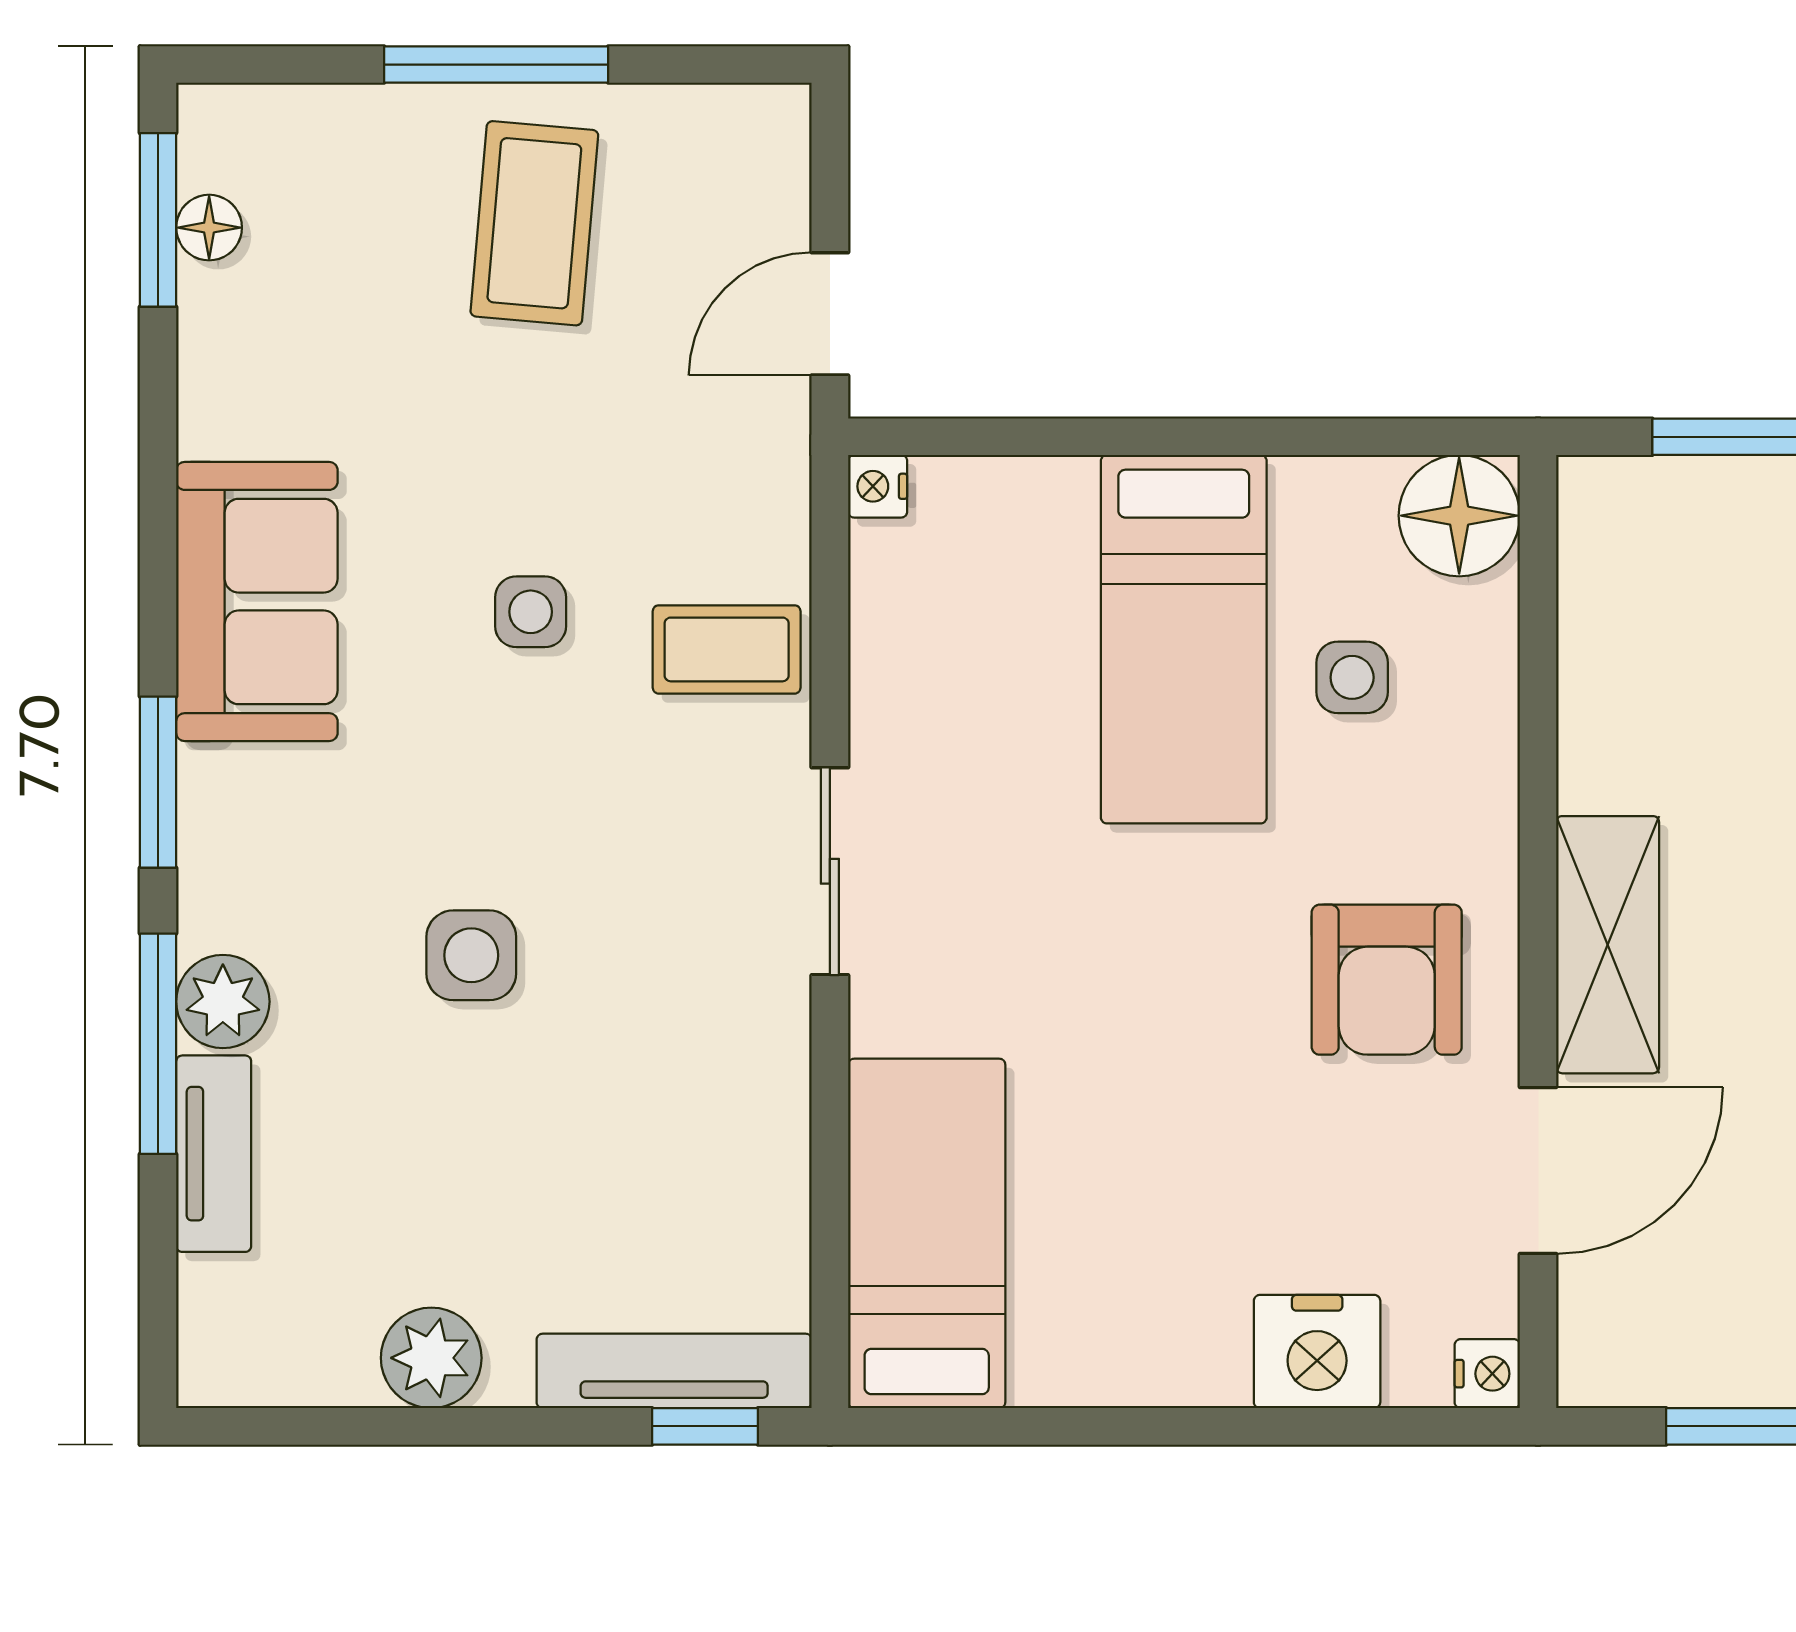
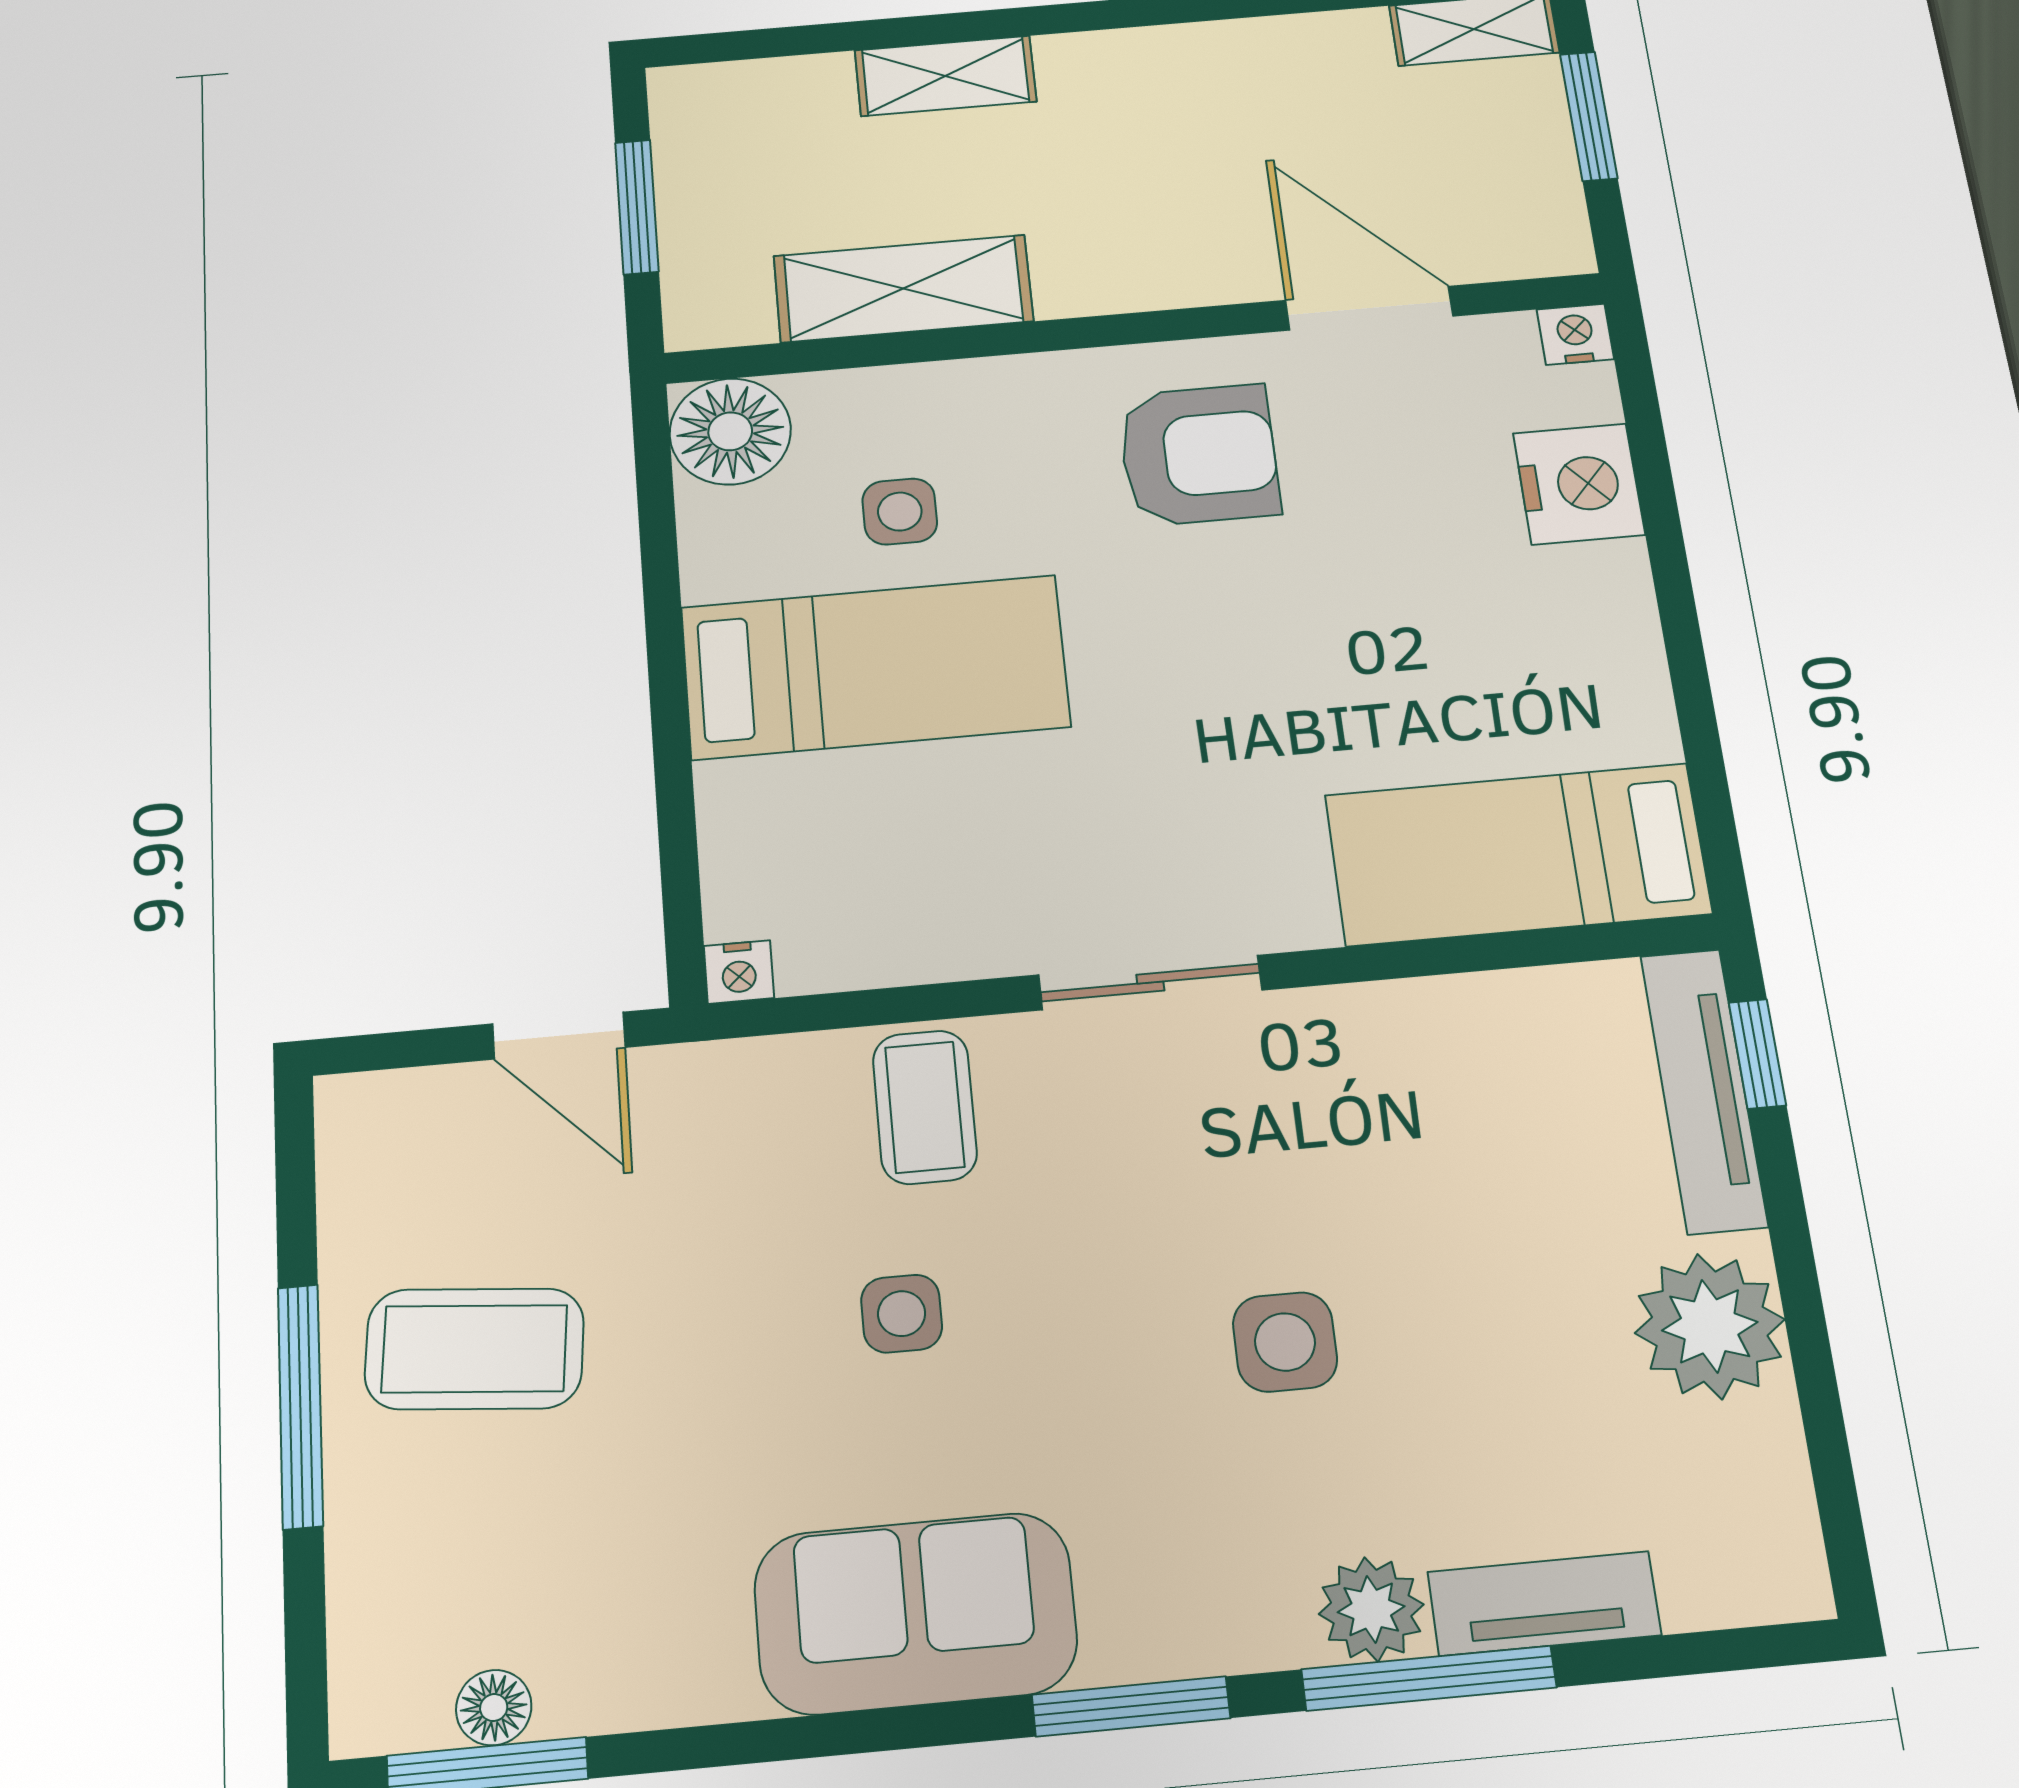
shelving: (1608, 945) -> (903, 289), moved
plant: (431, 1358) -> (1710, 1326), width x1.36, depth x1.36

